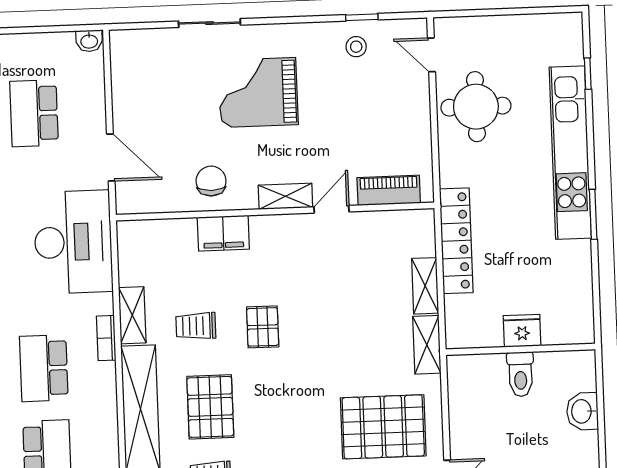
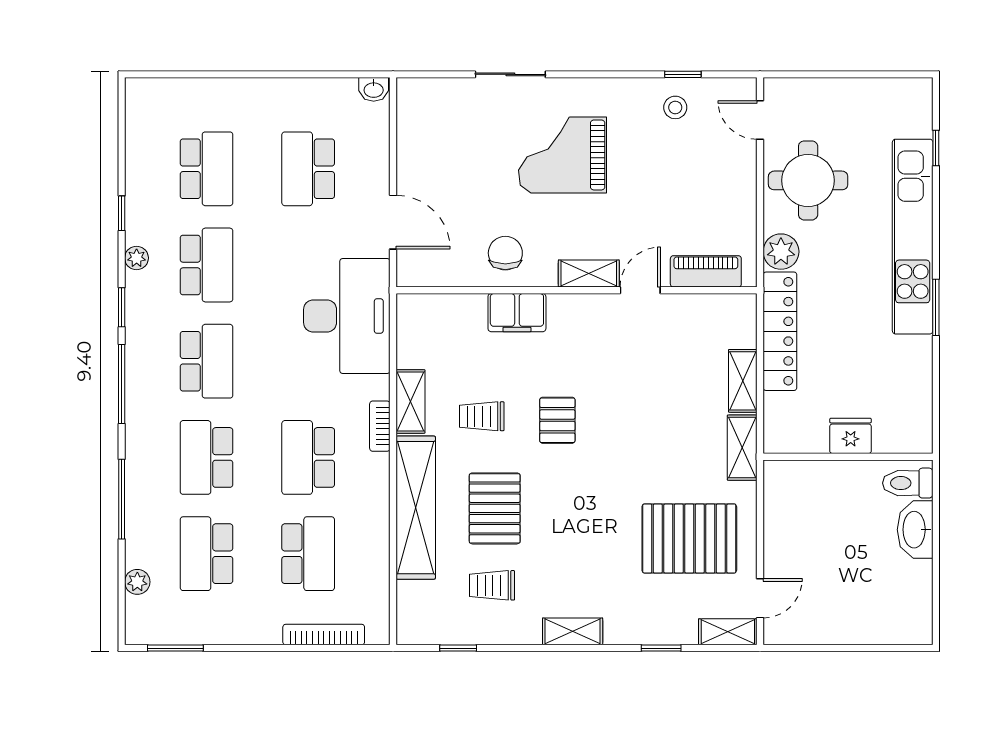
plant: (454, 170) -> (781, 252), added
toilet: (520, 374) -> (908, 483), moved, turned 90
washbasin: (582, 411) -> (915, 530), width x1.38

